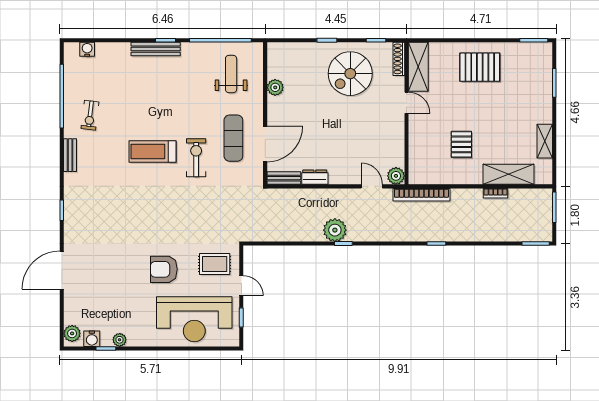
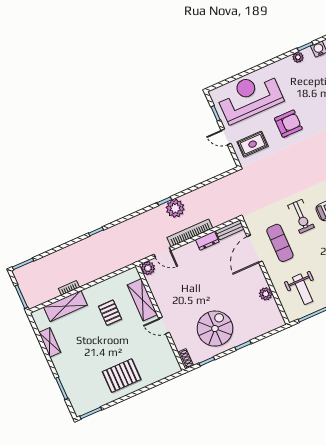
shoe rack: (399, 59) -> (186, 359), width x0.70
shelving: (418, 67) -> (142, 300), moved
bookcase: (421, 195) -> (190, 233), moved

